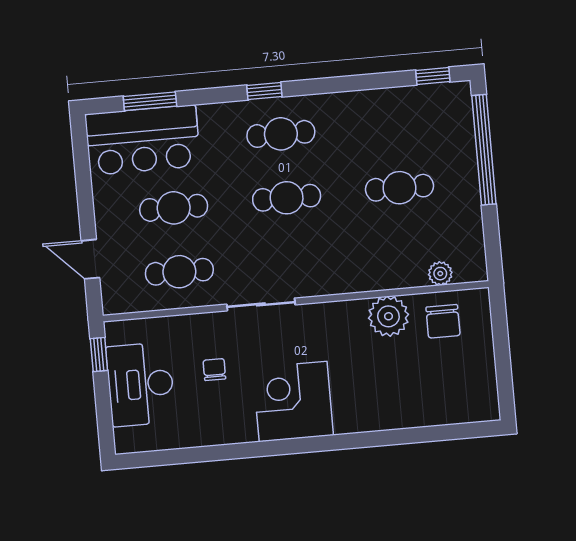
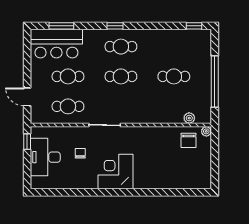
window: (484, 150) -> (215, 82), moved
plant: (388, 316) -> (206, 131), moved, width x0.53, depth x0.53

